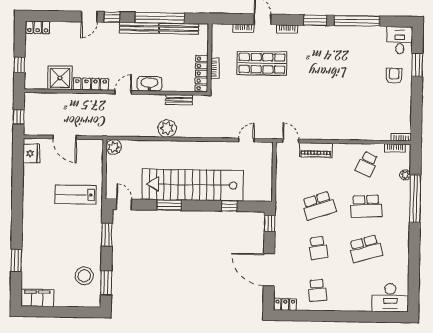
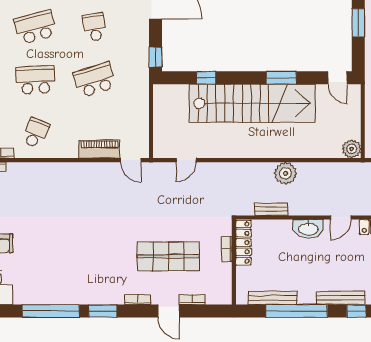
bench: (139, 28) -> (341, 298), moved
window: (107, 235) -> (358, 23), moved

